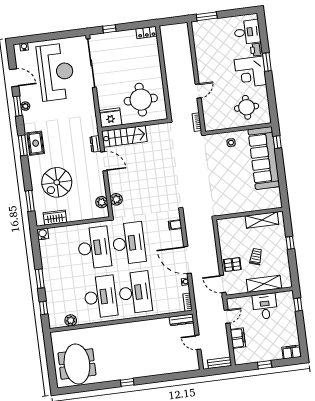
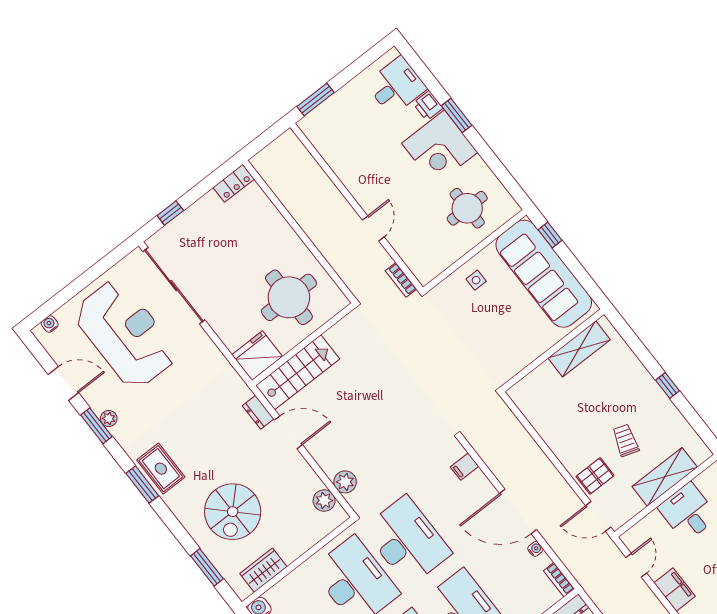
wall: (249, 214) -> (553, 351), moved
shelving: (262, 220) -> (579, 349), moved

